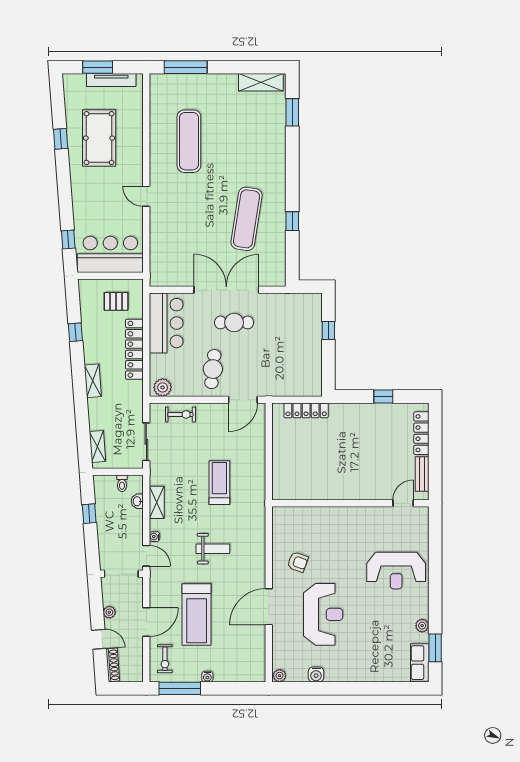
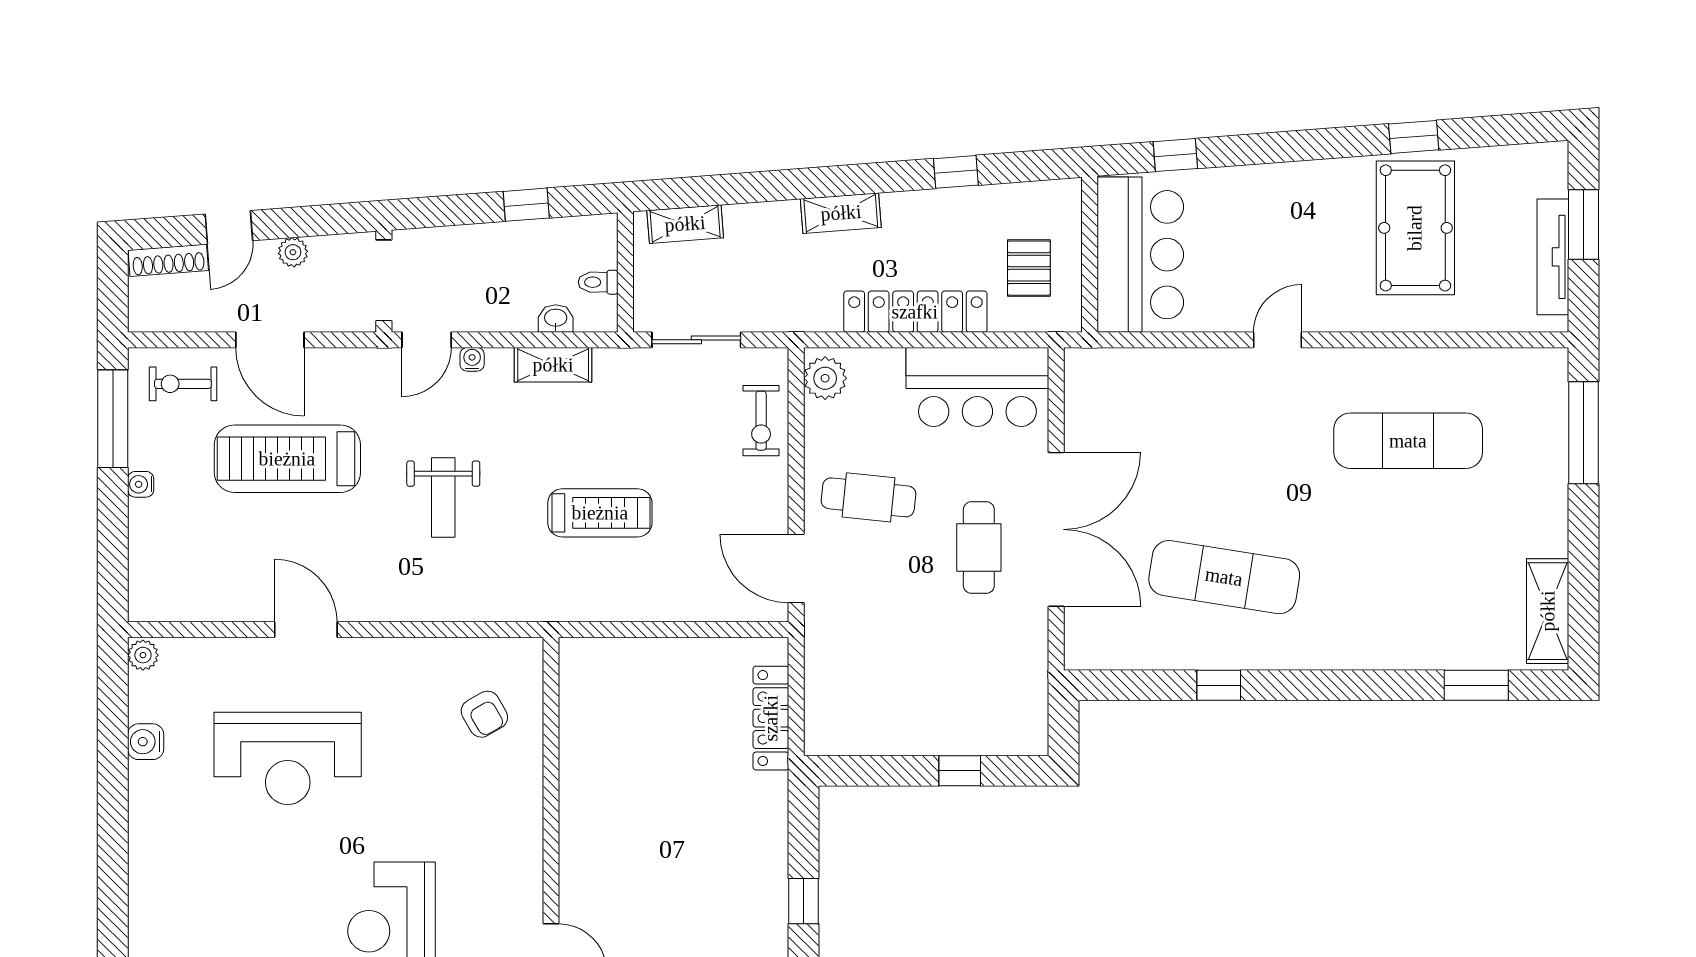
pool table: (99, 138) -> (1415, 228), turned 90
armchair: (298, 562) -> (484, 714), moved, turned -50
door: (269, 607) -> (306, 630), width x0.73

